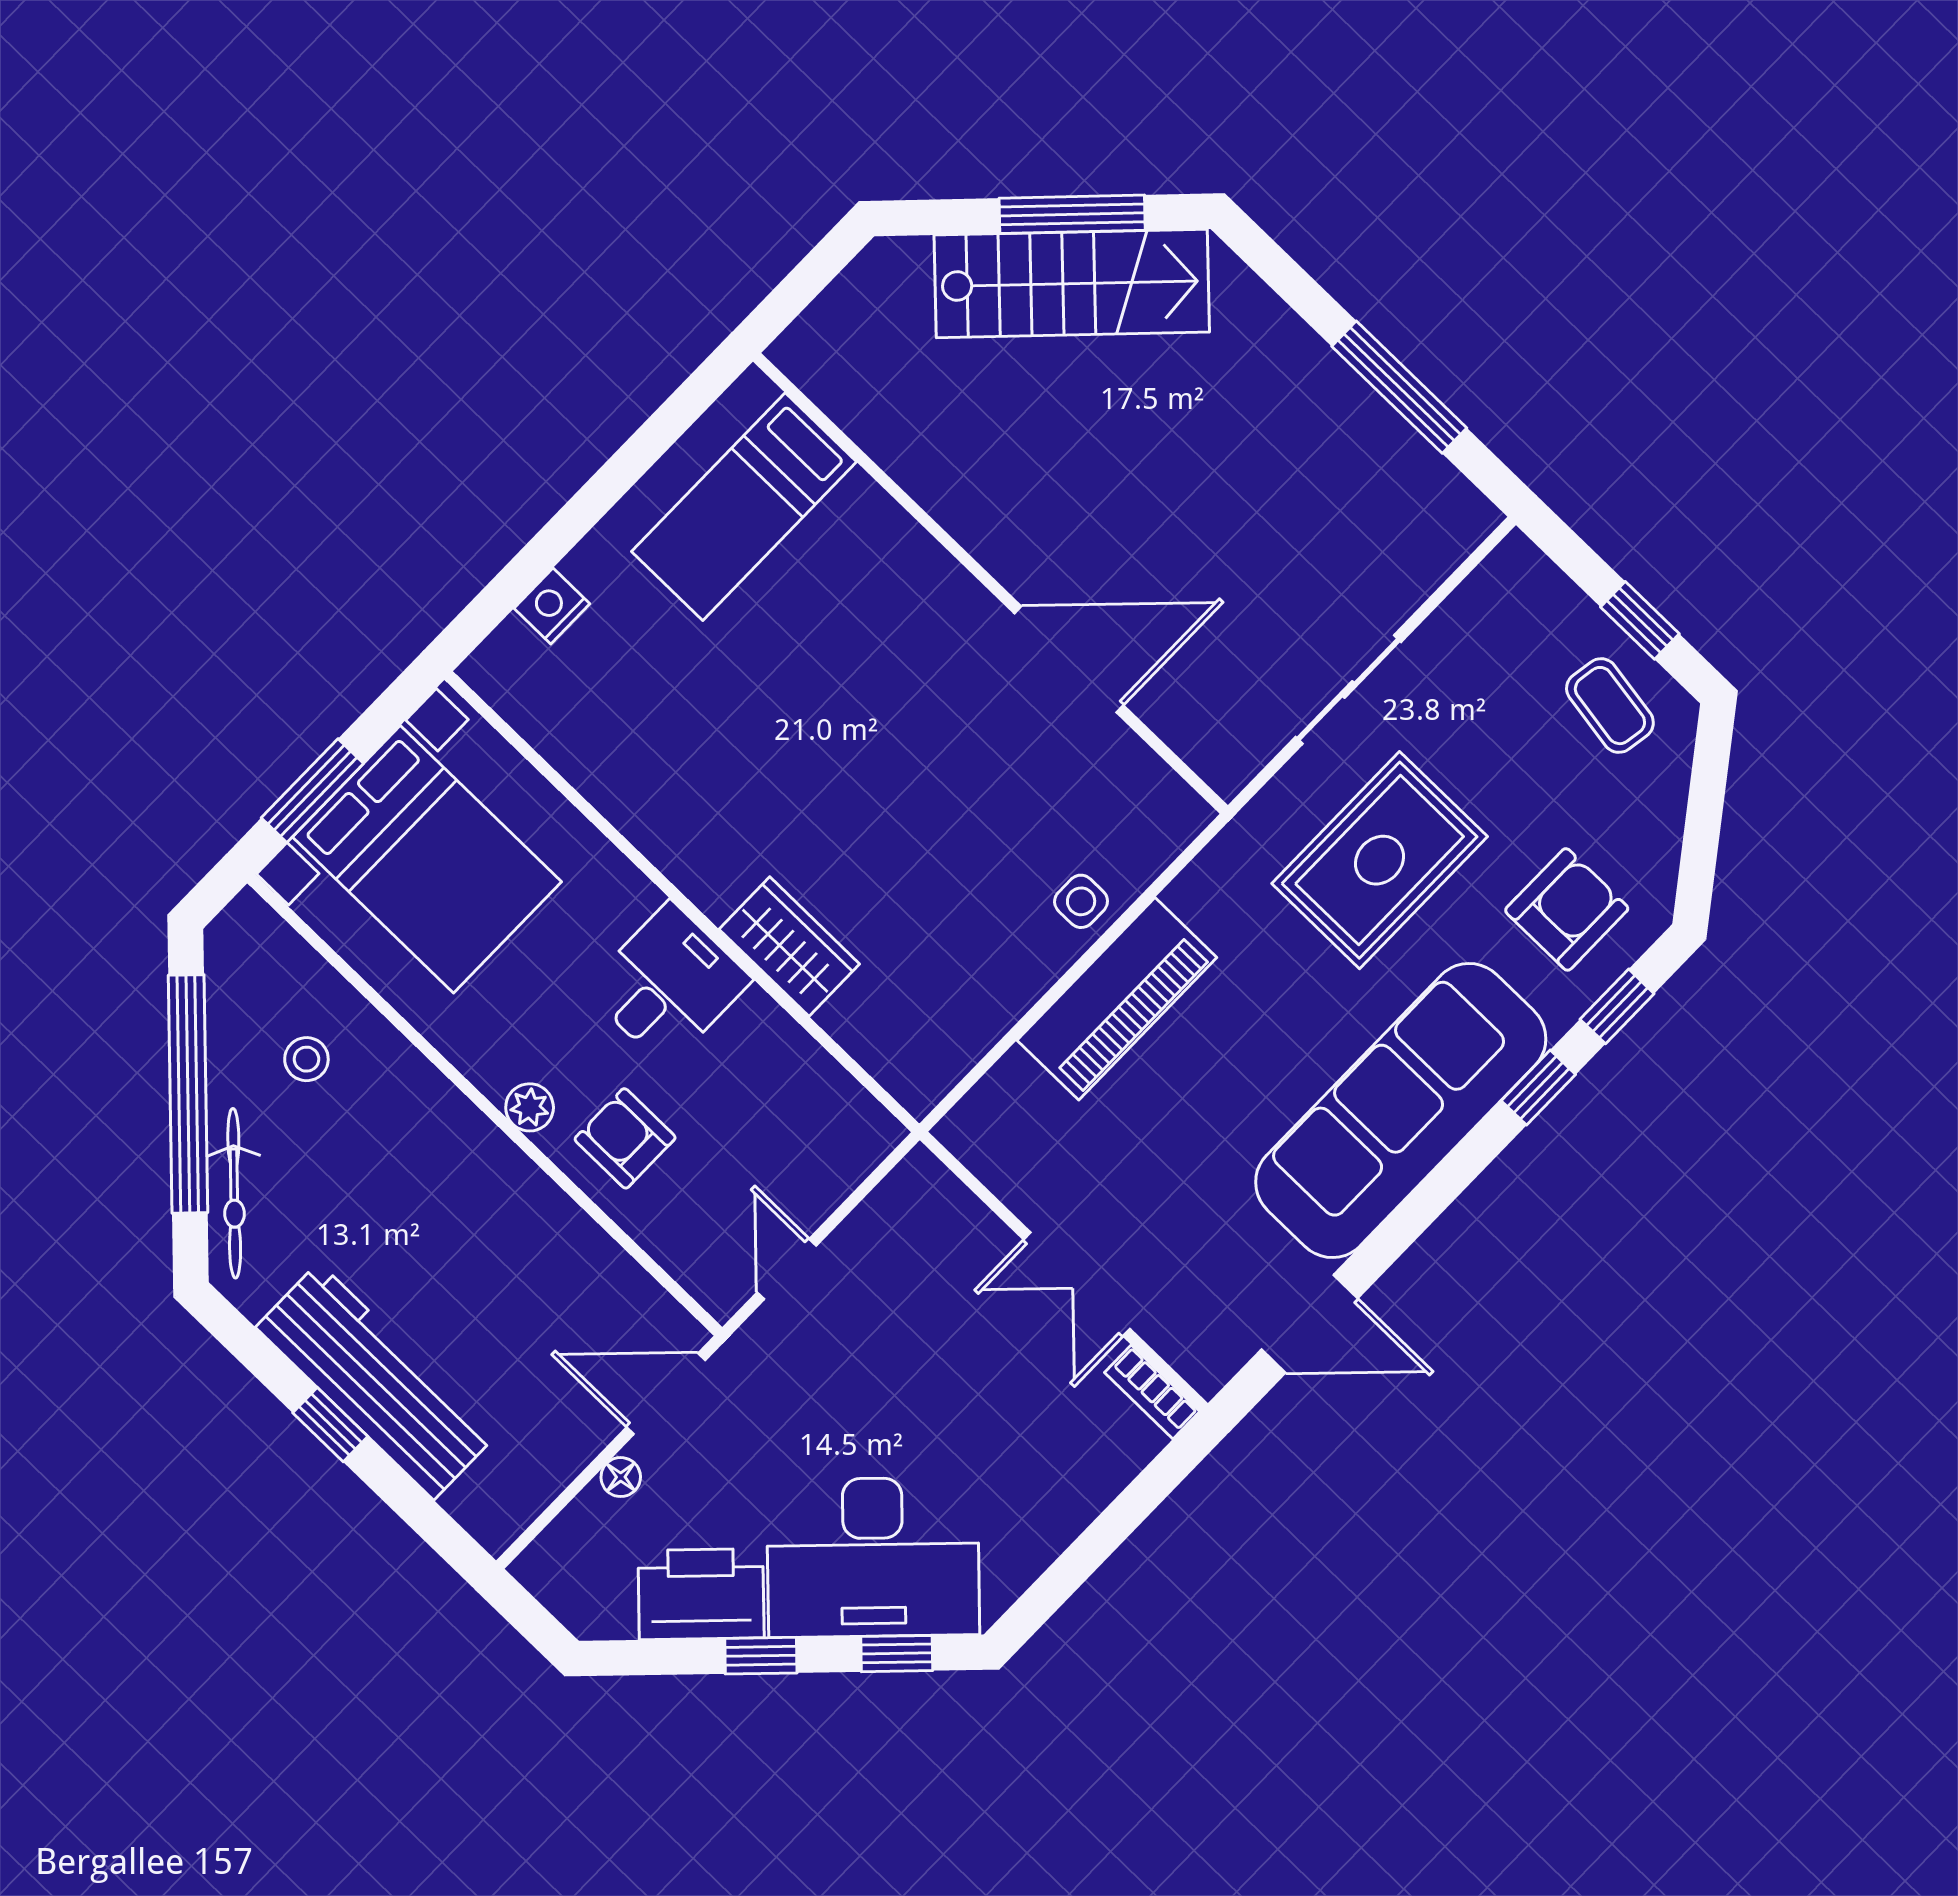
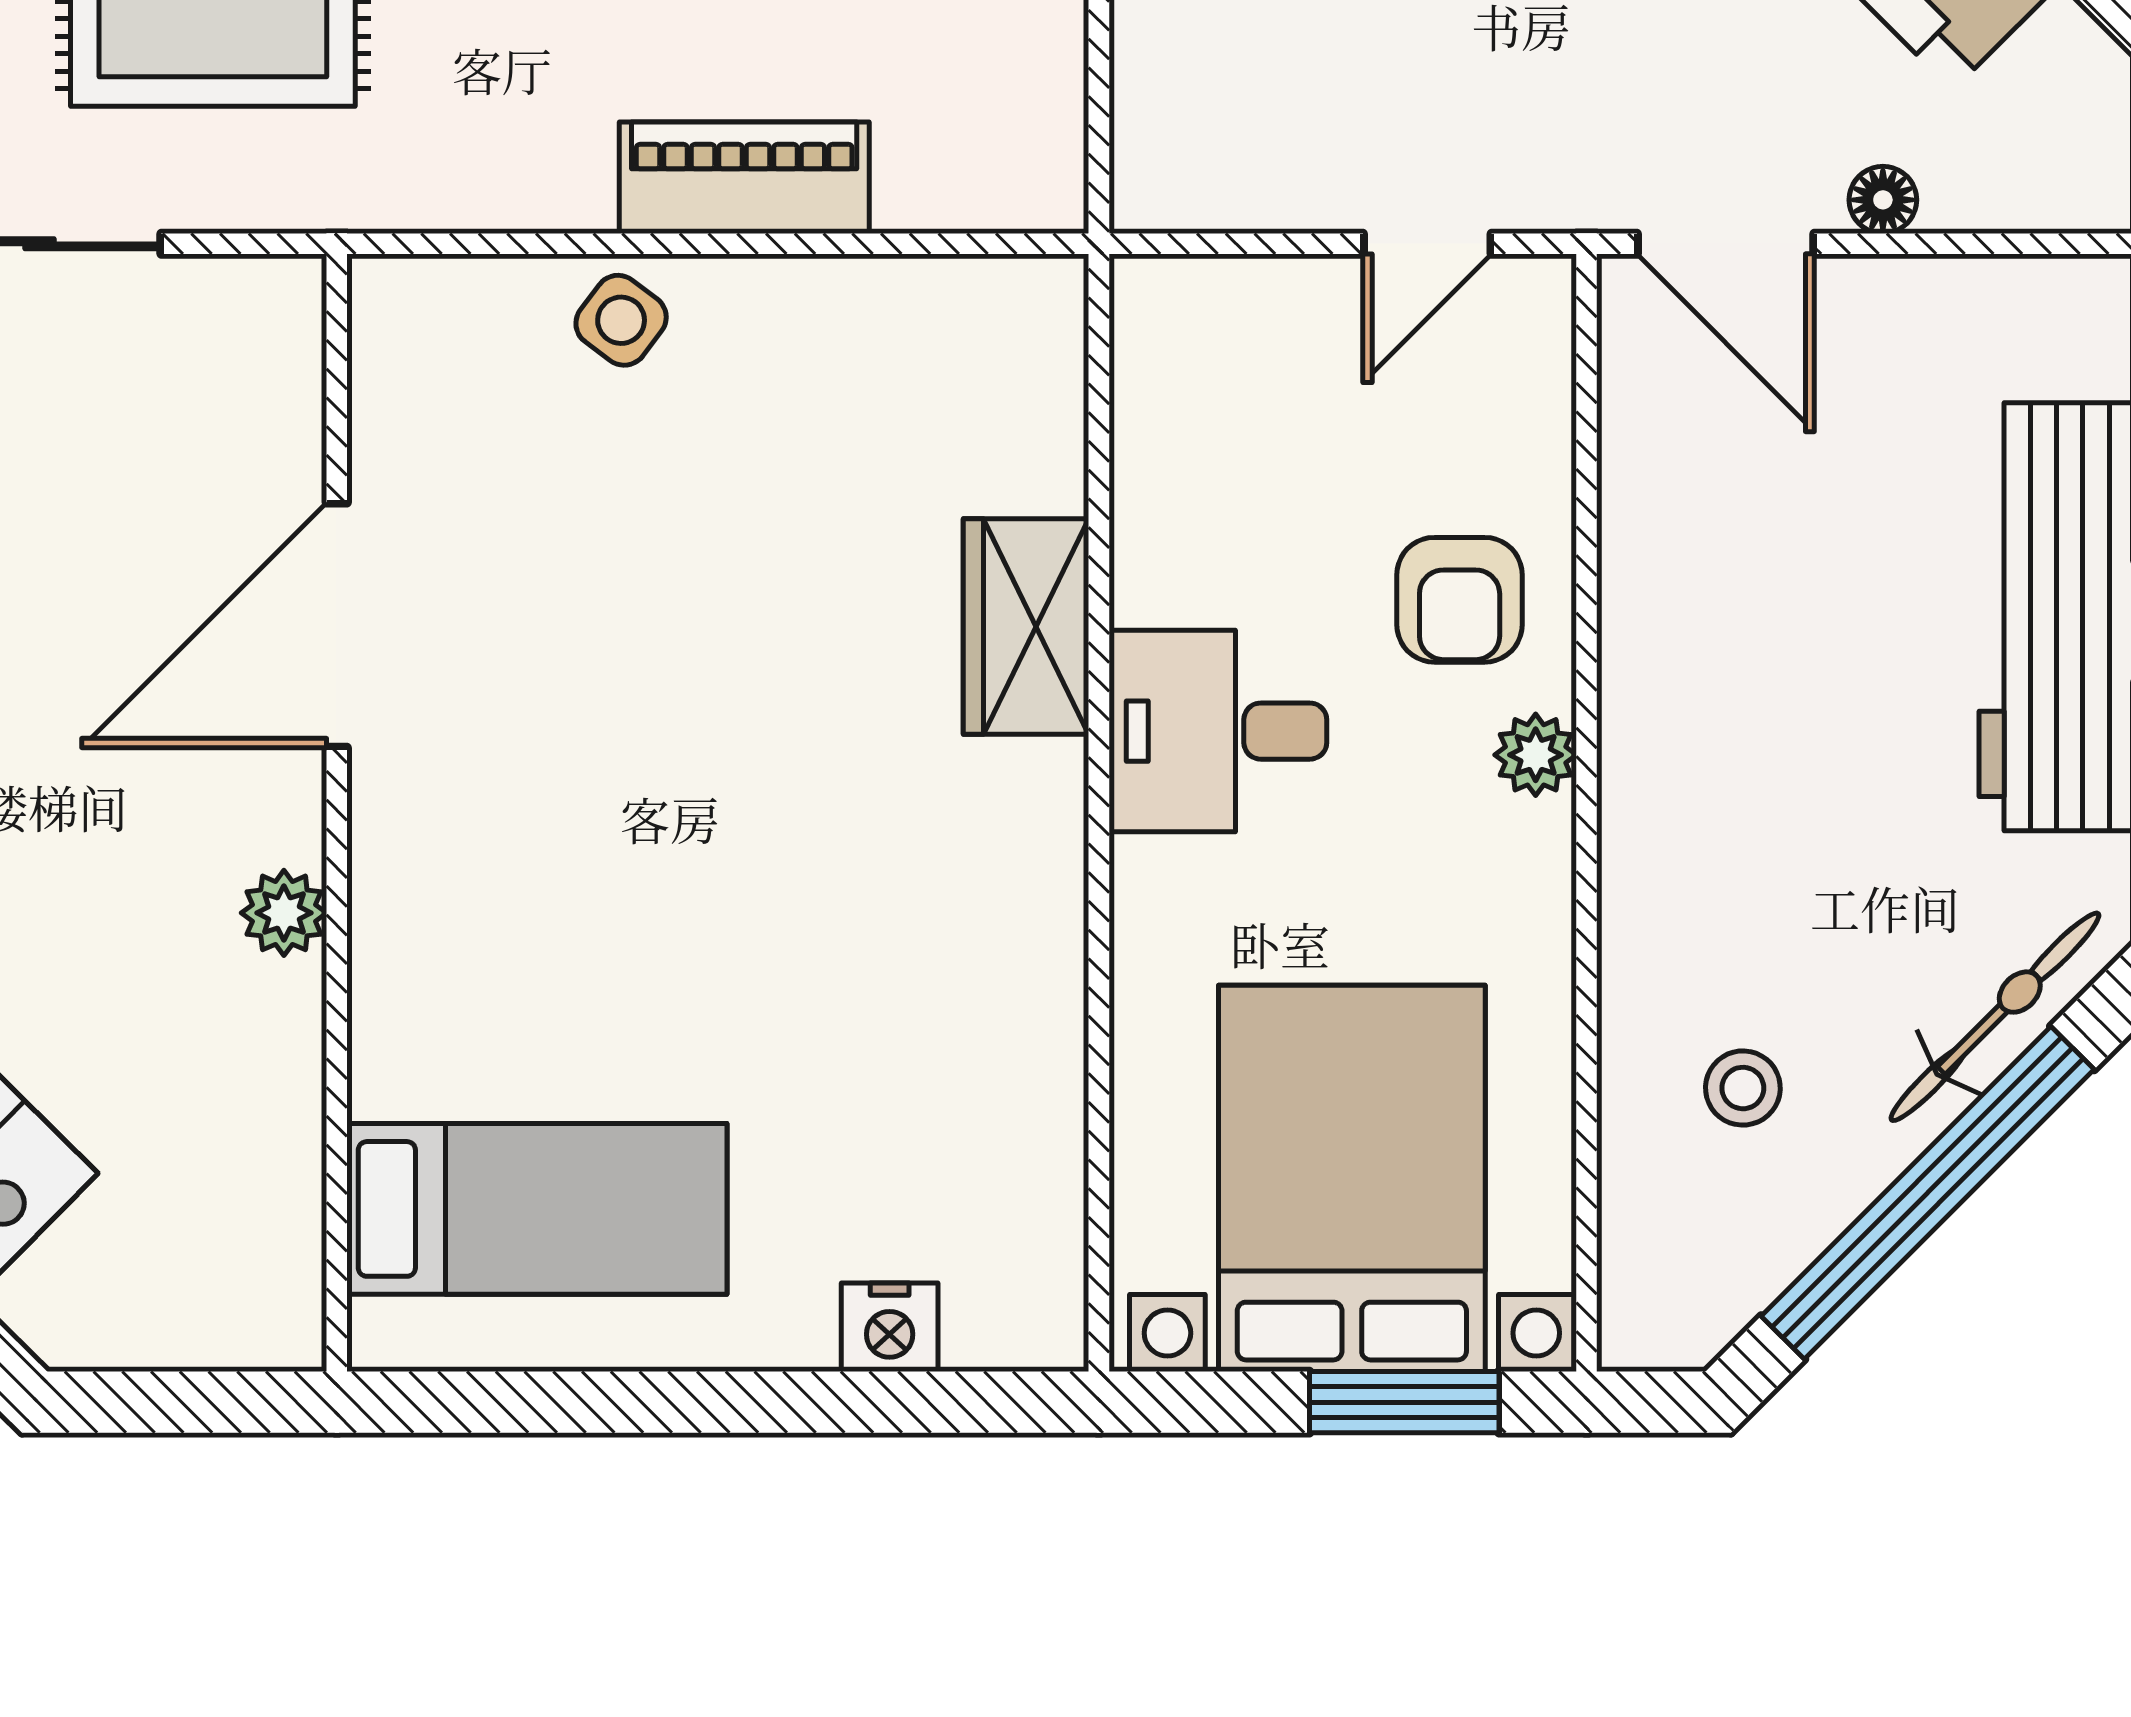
plant: (970, 521) -> (284, 913), added
door: (1069, 659) -> (337, 625), hinge flipped
side table: (1081, 901) -> (621, 320), turned 37
piano: (1117, 999) -> (744, 178), width x0.73, depth x0.75

